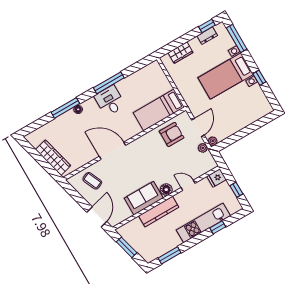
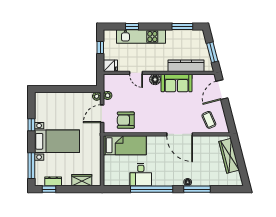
window: (109, 83) -> (152, 189), width x1.46
desk: (110, 101) -> (141, 175), moved
kitchen counter: (159, 212) -> (186, 66), moved

